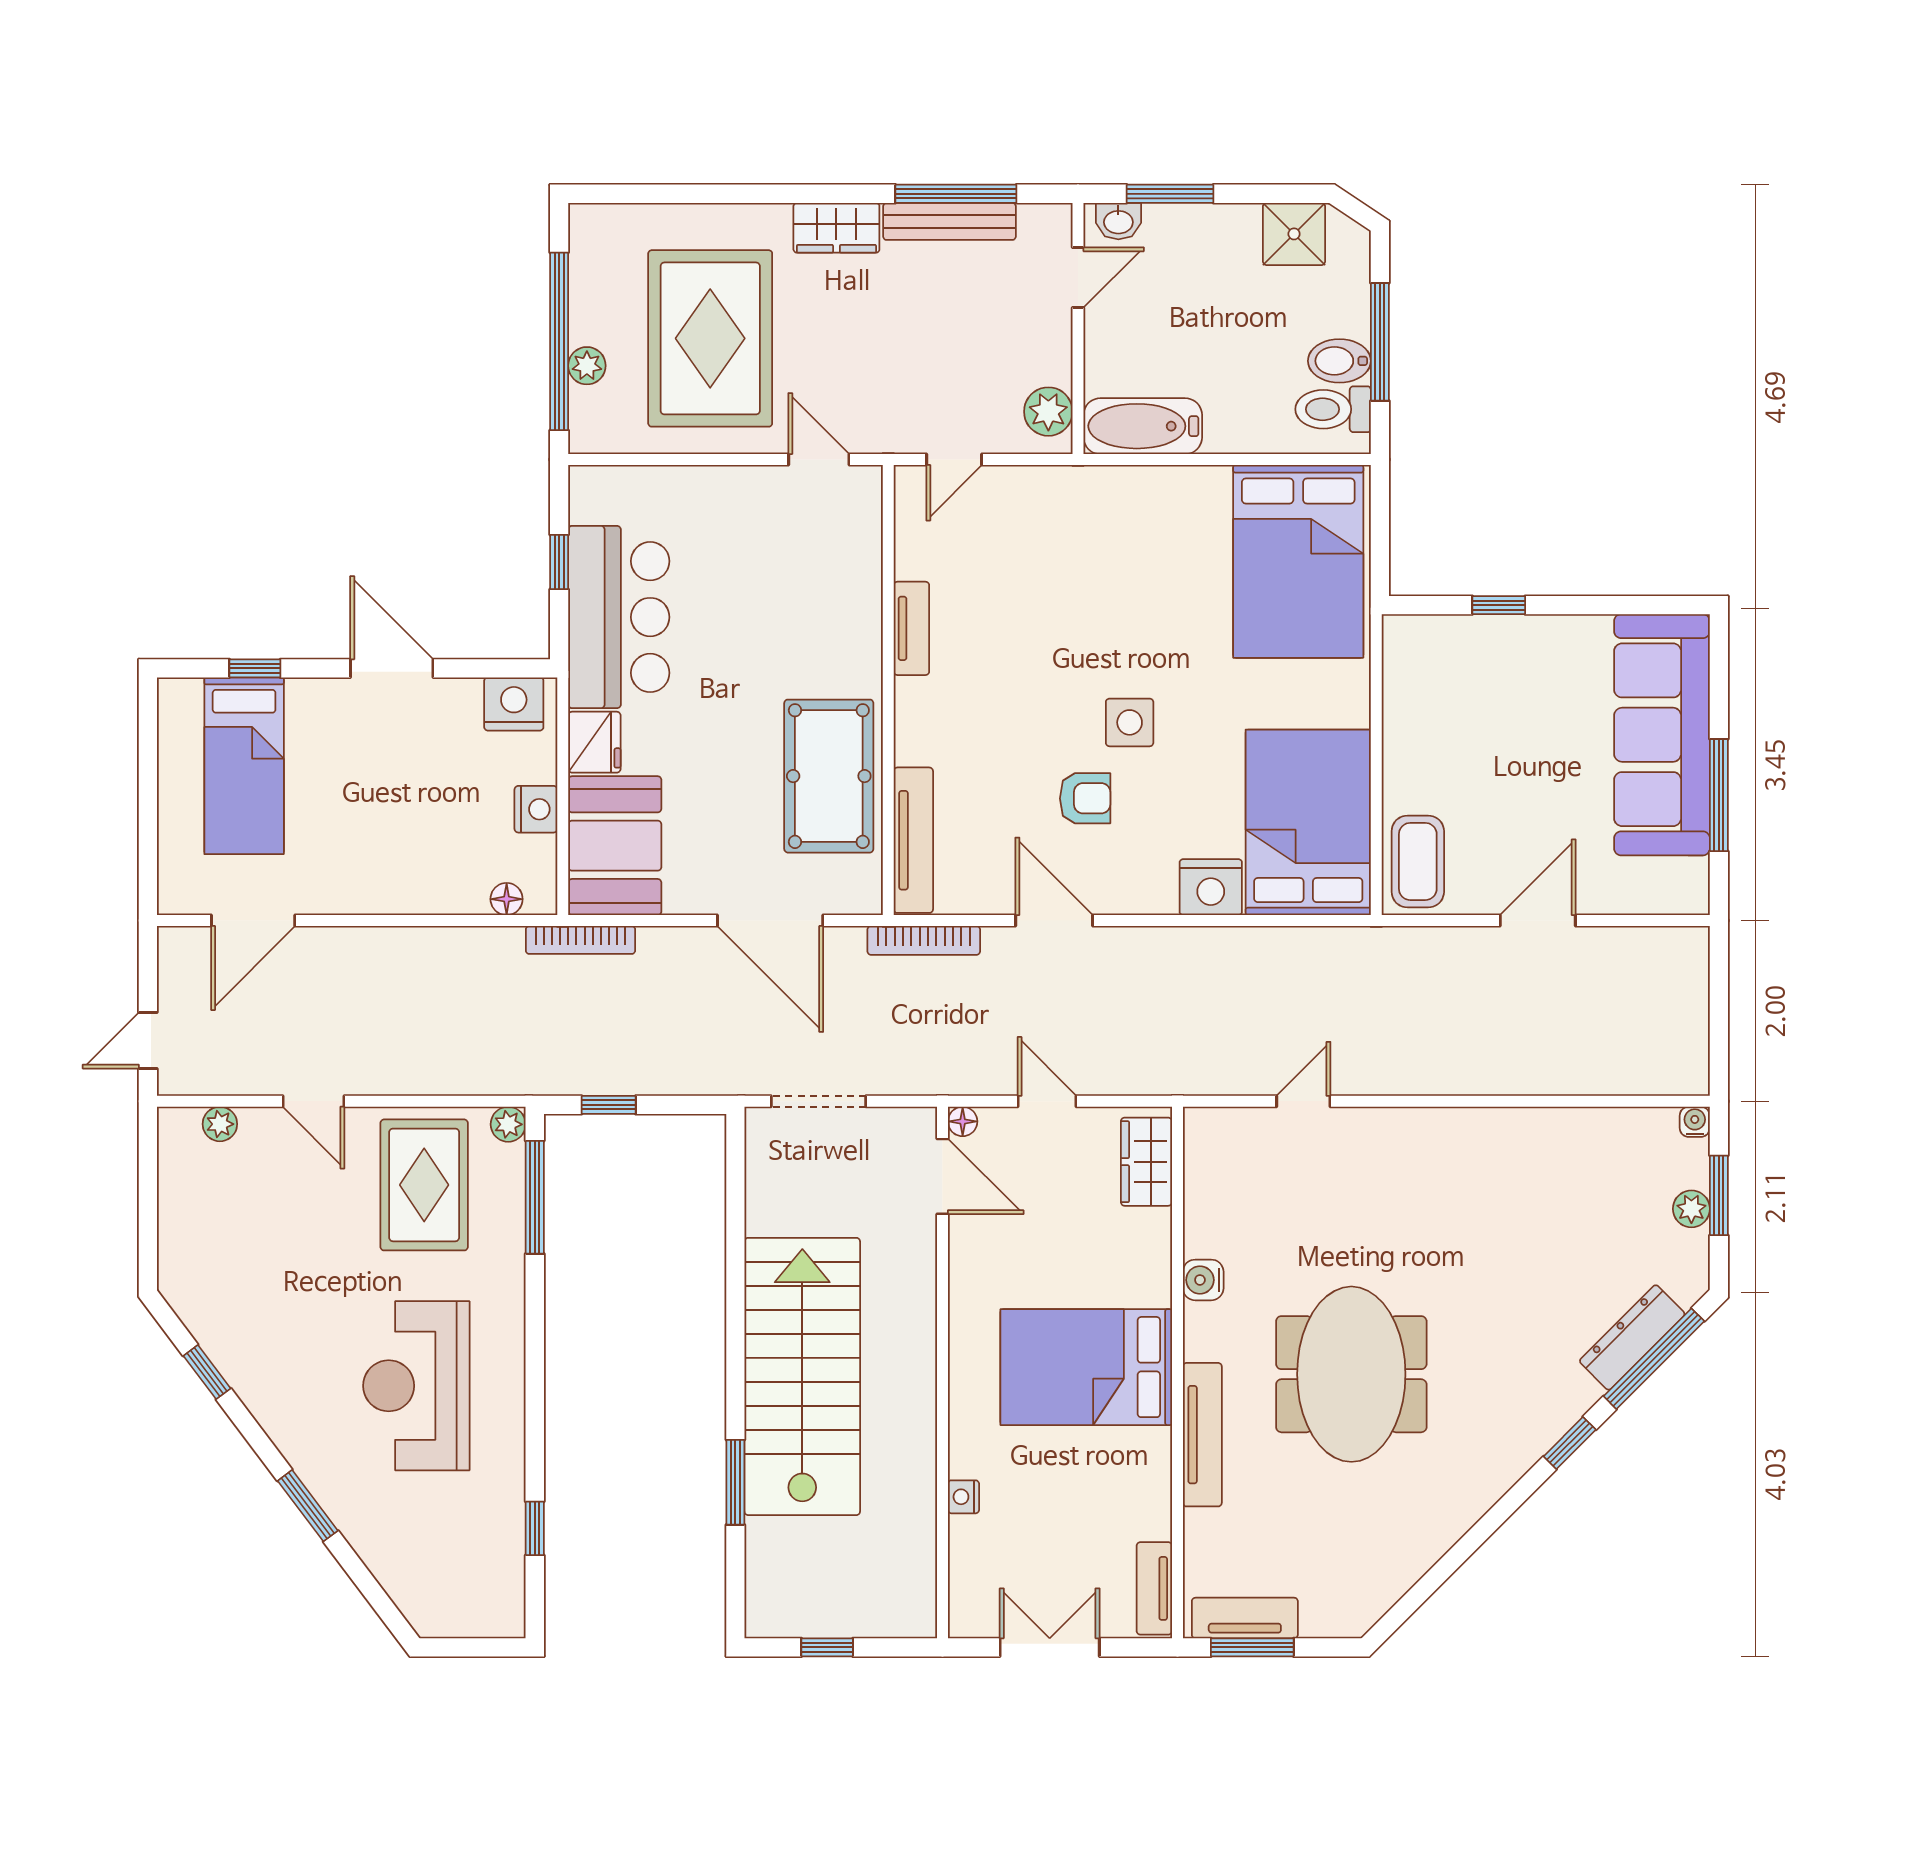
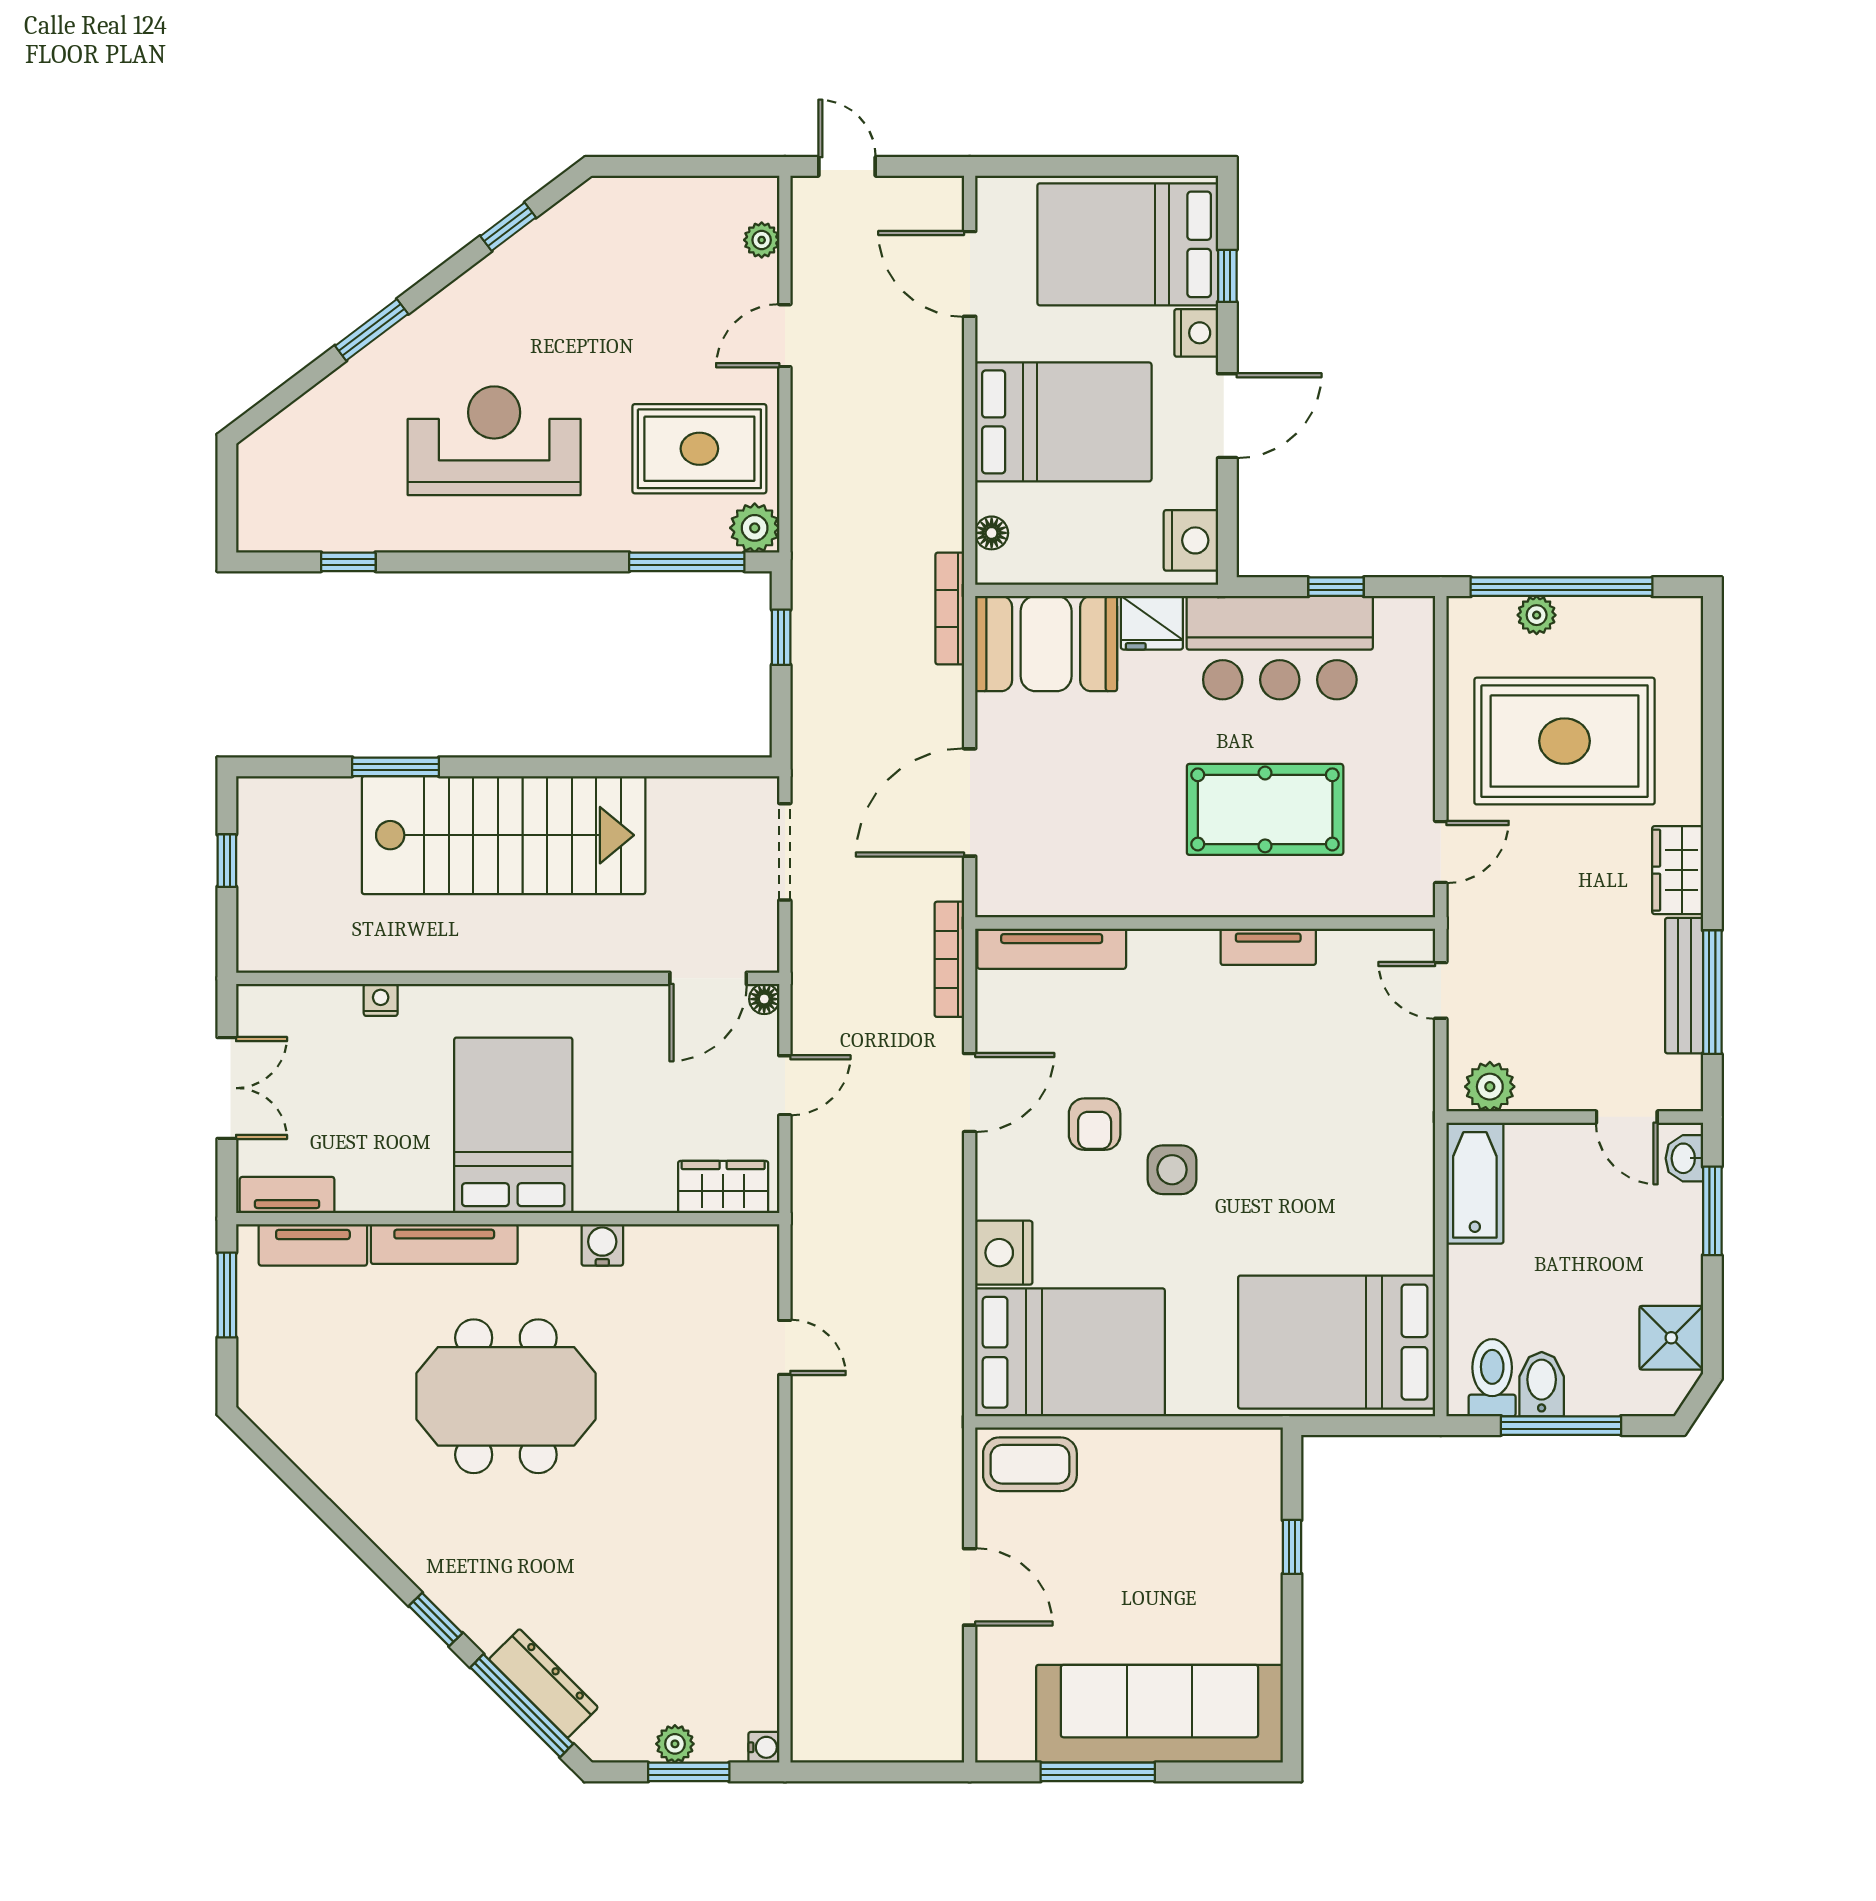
bed: (244, 766) -> (1128, 244), width x1.50
pool table: (829, 776) -> (1265, 809), moved
nightstand: (536, 809) -> (1196, 333), moved, turned -90
bed: (398, 829) -> (1063, 422), added
plant: (508, 1124) -> (755, 528), width x1.38, depth x1.38
tv unit: (1245, 1618) -> (313, 1245), moved, turned 90

